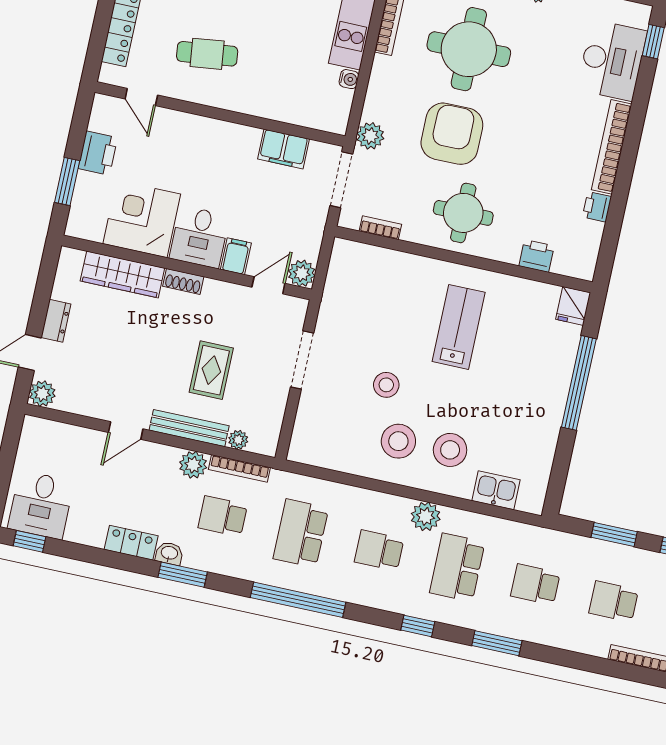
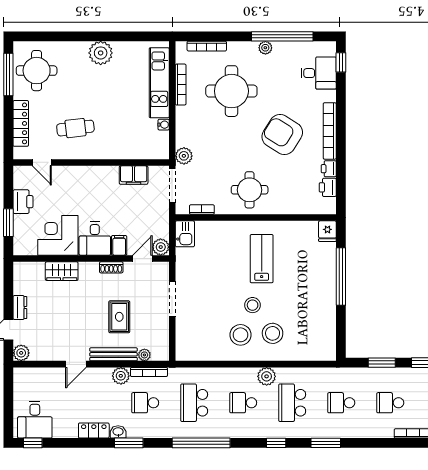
desk: (612, 60) -> (319, 73), width x0.73
armchair: (452, 134) -> (282, 135), moved, turned -58
printer: (537, 256) -> (328, 187), moved, turned -90
wardrobe: (122, 274) -> (62, 271), width x0.67
shoe rack: (183, 281) -> (111, 267), moved
stool: (386, 385) -> (253, 305), moved
kitchen sink: (496, 490) -> (185, 234), moved, turned 90

